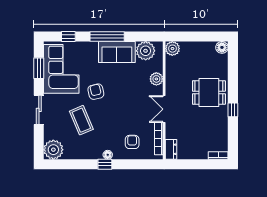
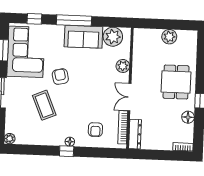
floor lamp: (222, 47) -> (188, 117), moved
plant: (172, 49) -> (169, 37), moved
dining table: (209, 92) -> (176, 82), turned 90
armchair: (132, 142) -> (95, 130), turned 180
dresser: (171, 149) -> (135, 134), width x1.44
plant: (53, 150) -> (10, 139), width x0.53, depth x0.53

